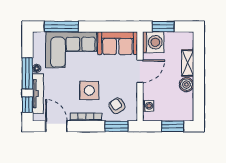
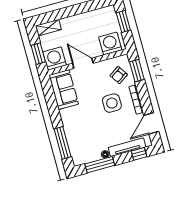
corner sofa: (71, 50) -> (81, 129), removed
shelving: (188, 63) -> (48, 28), moved
window: (27, 73) -> (100, 165), moved
boiler: (186, 85) -> (83, 19), removed
washing machine: (148, 106) -> (110, 44), width x1.89, depth x1.89

